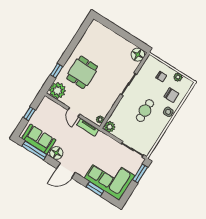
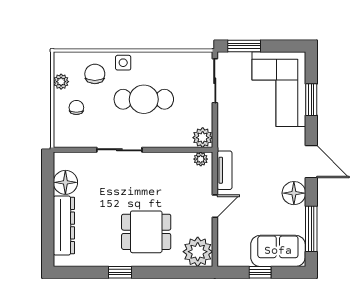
dresser: (110, 36) -> (64, 225), added
floor lamp: (138, 55) -> (65, 182), moved
window: (57, 71) -> (120, 272), moved
cafe table: (145, 111) -> (144, 99), width x1.37, depth x1.35
sofa: (39, 139) -> (278, 251), moved, turned 90

